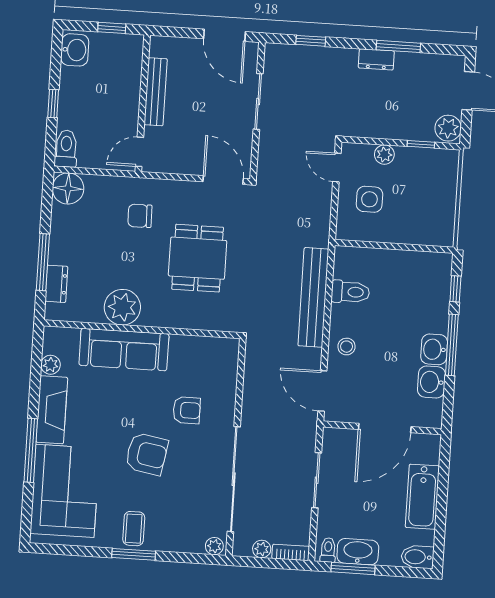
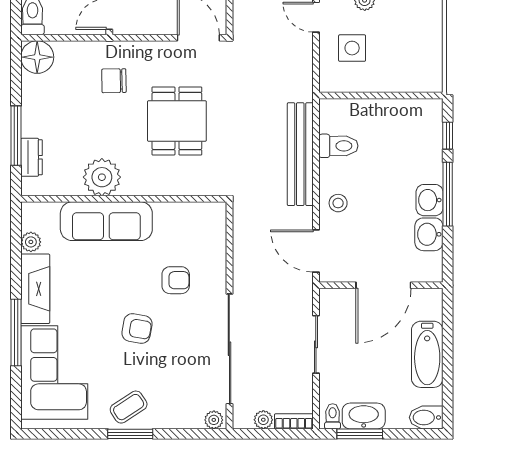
armchair: (147, 454) -> (137, 328), width x0.72, depth x0.72
coffee table: (134, 529) -> (129, 407), turned 57

